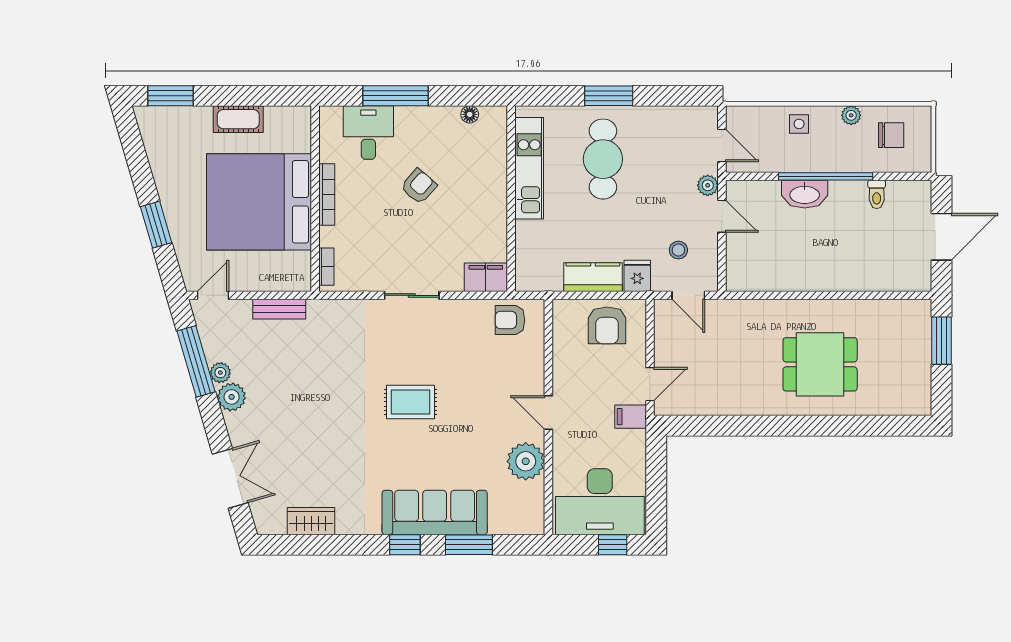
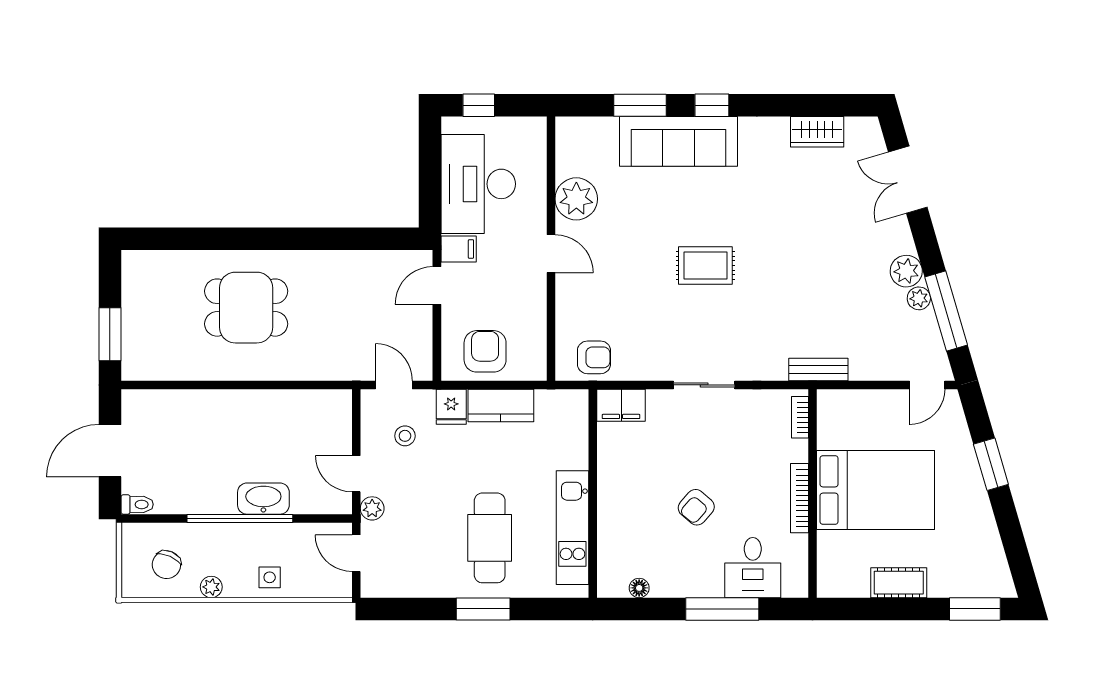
chair: (891, 135) -> (166, 565), turned -66
toilet: (877, 194) -> (137, 504), moved, turned 90
bed: (259, 202) -> (876, 490), width x0.73
bench: (279, 309) -> (818, 369), moved
desk: (600, 502) -> (478, 184), moved, turned -90

